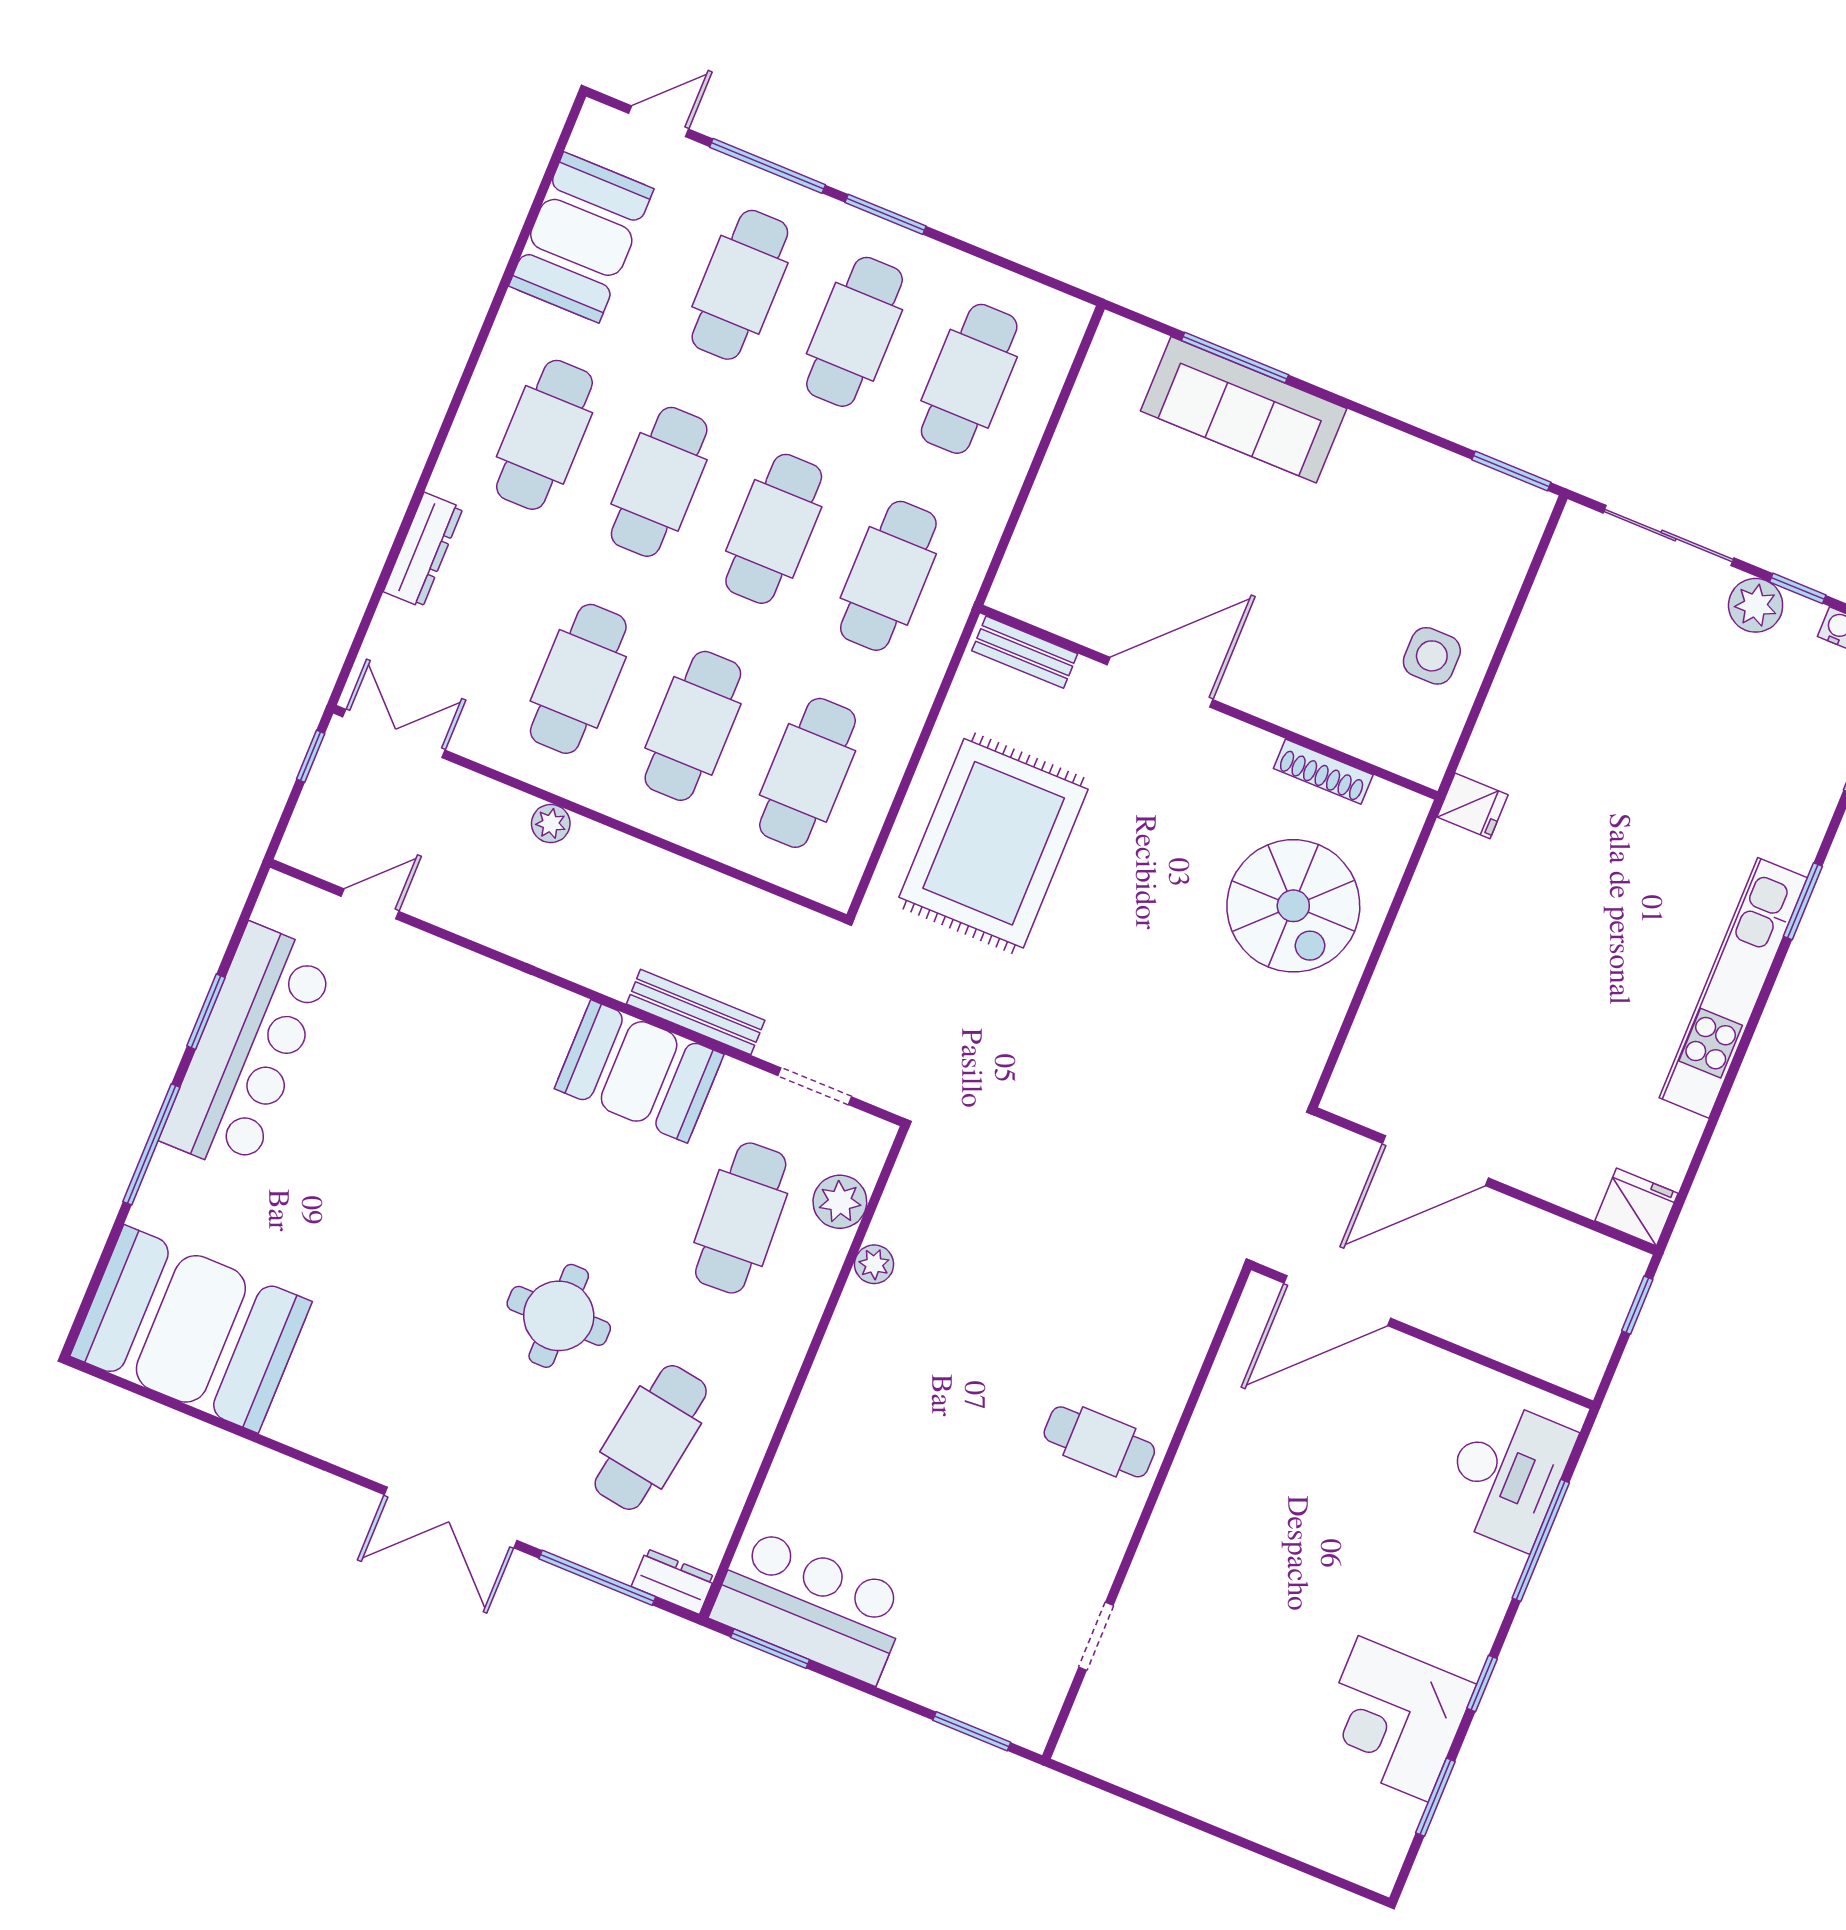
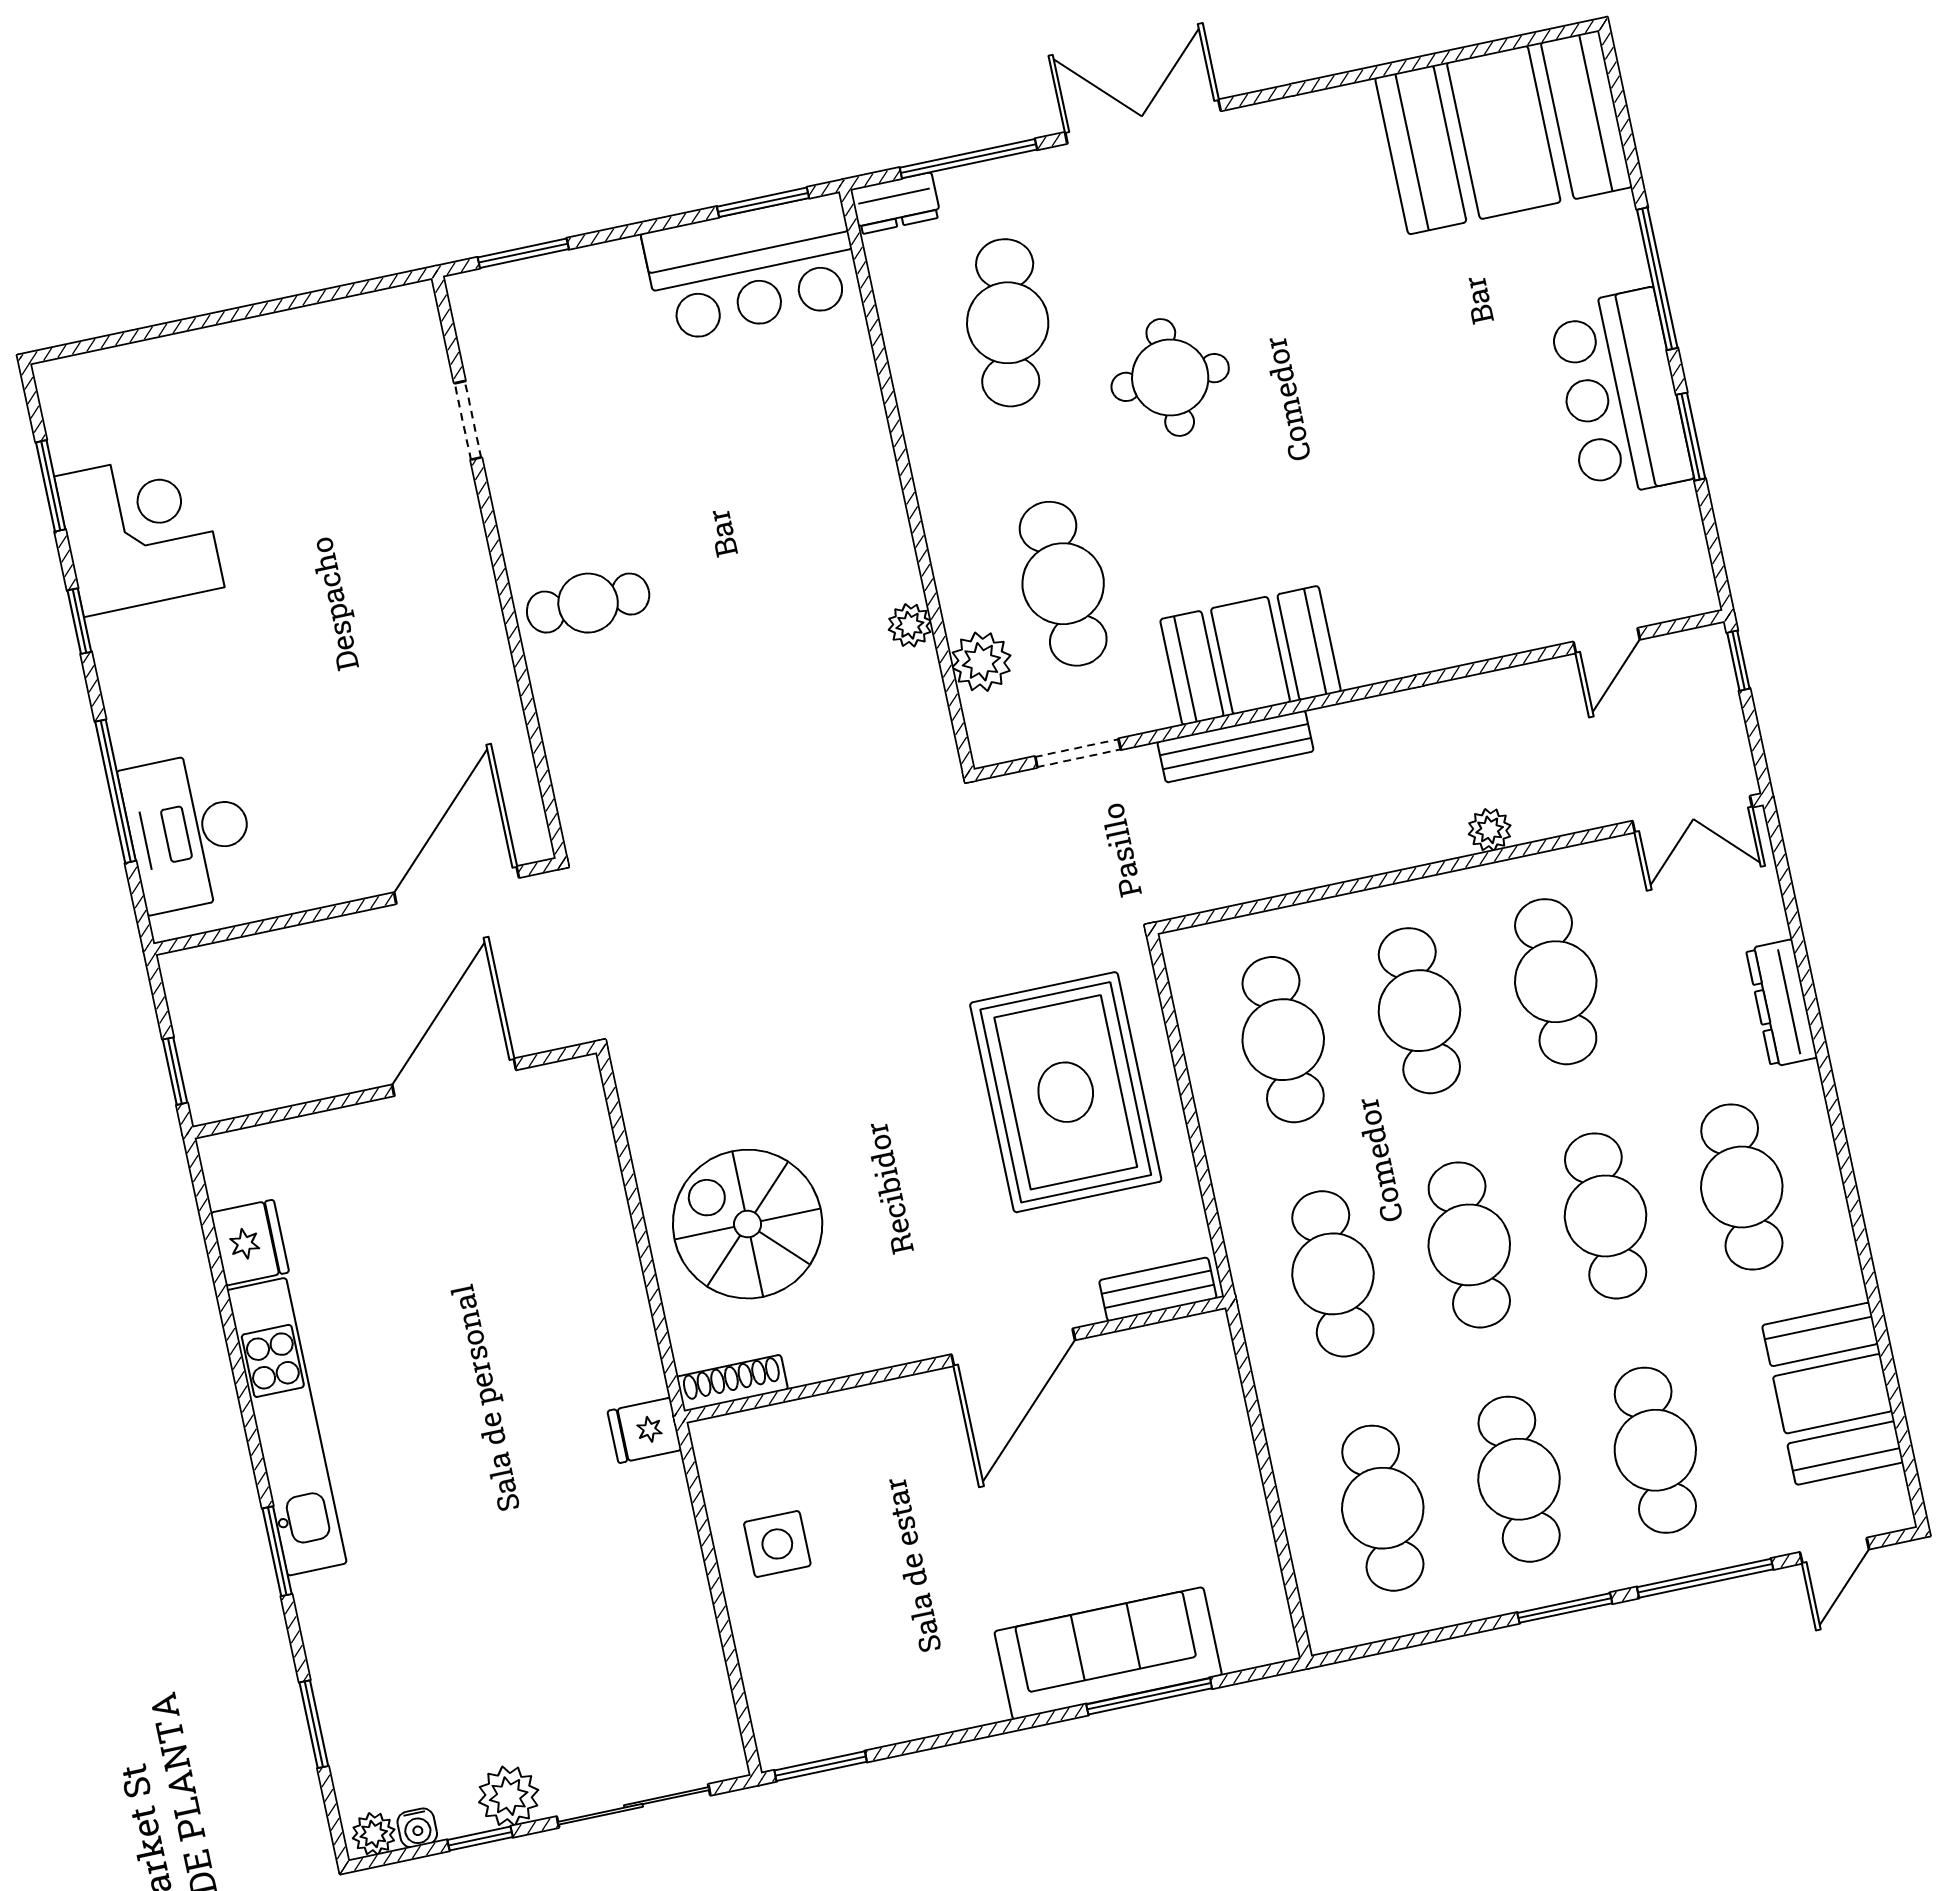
window: (311, 756) -> (1738, 661), moved
shoe rack: (1323, 772) -> (732, 1383), moved
bar counter: (248, 1049) -> (1621, 394), width x0.73
fridge: (1636, 1207) -> (250, 1243), moved, turned -90

